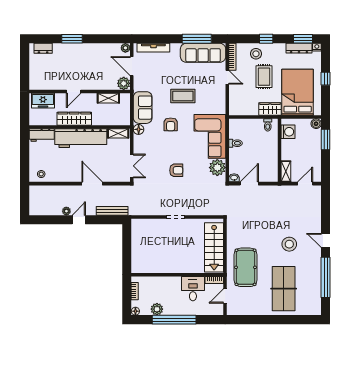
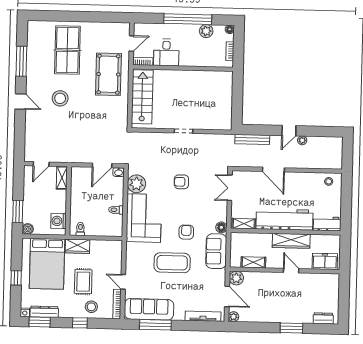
door: (74, 91) -> (291, 271), hinge flipped
coffee table: (183, 96) -> (172, 263), width x1.36, depth x1.32
window: (326, 277) -> (21, 61), width x0.68

